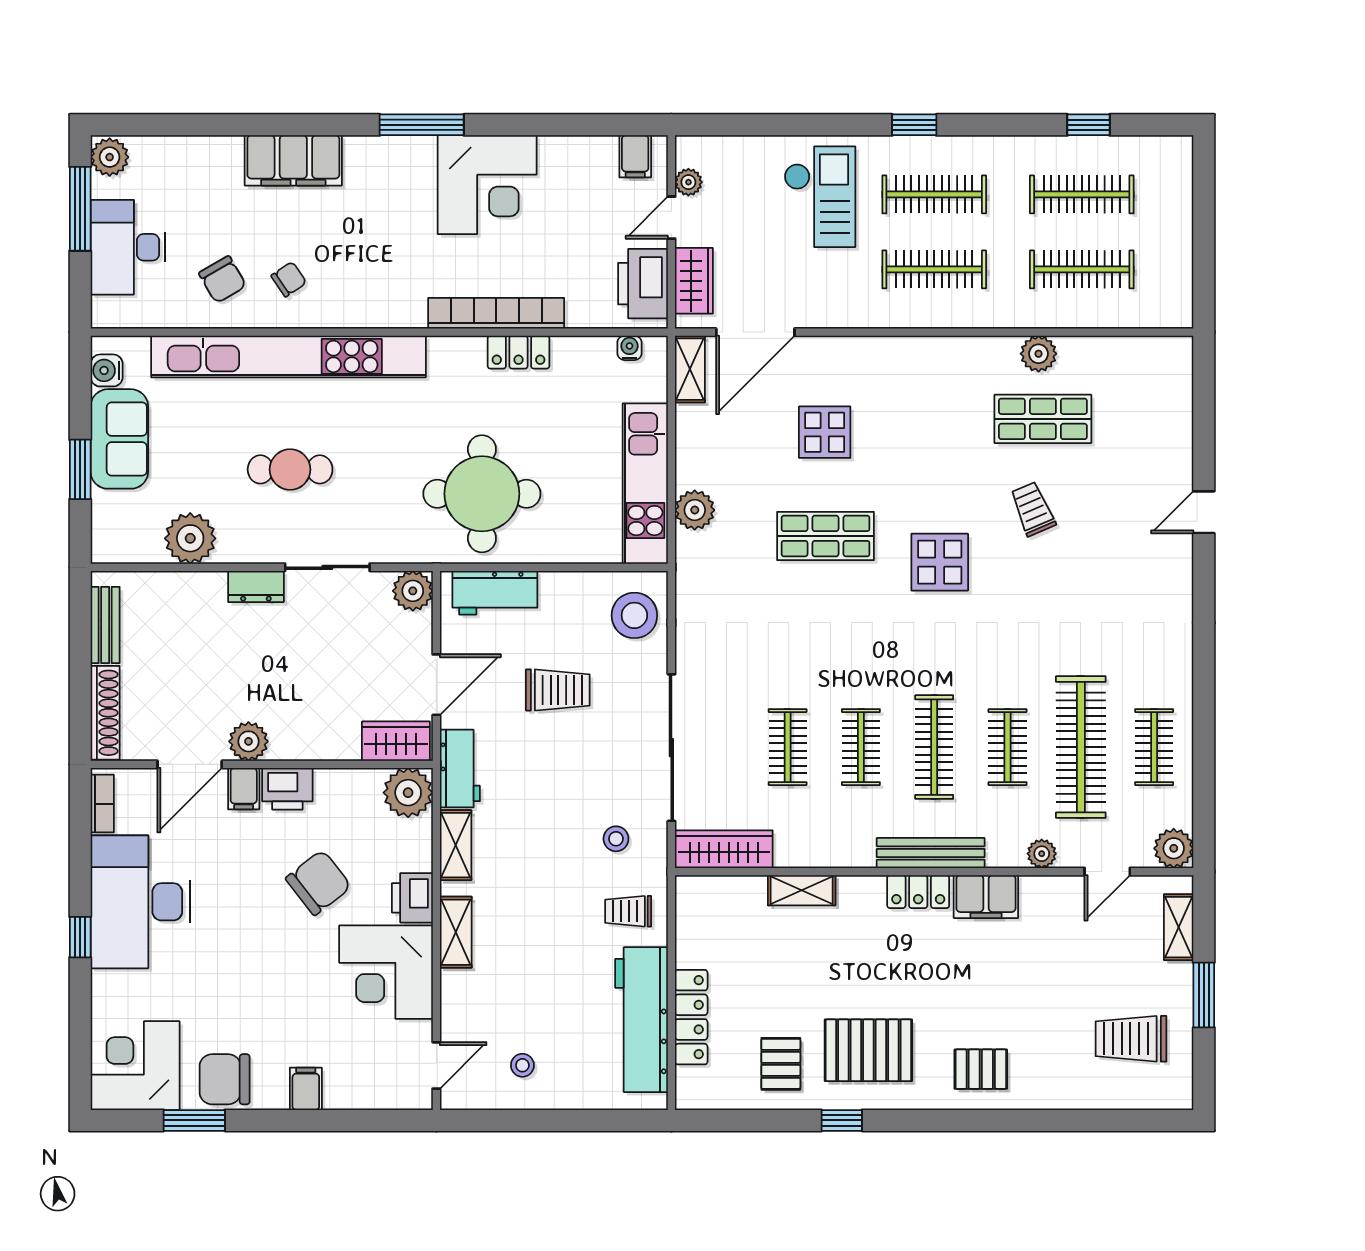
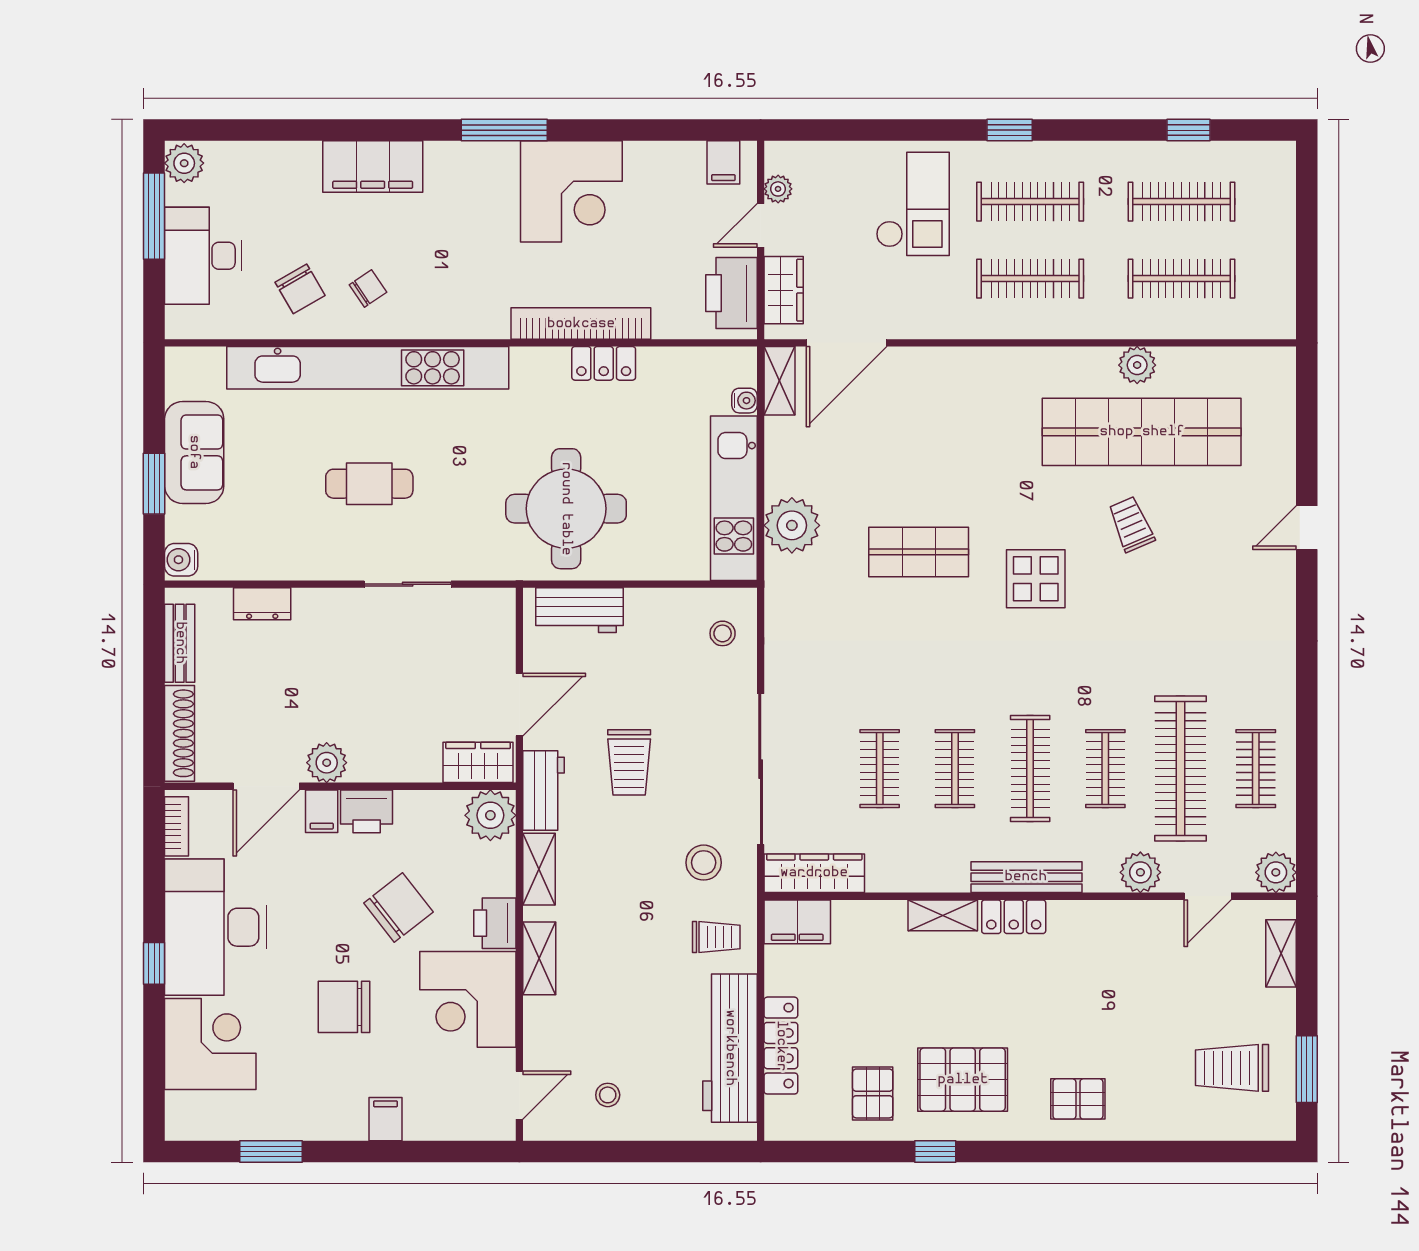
water cooler: (629, 348) -> (744, 401), moved, turned 90
water cooler: (107, 370) -> (181, 560), moved
shop shelf: (1043, 419) -> (1142, 432), width x2.00, depth x1.36
display table: (825, 432) -> (918, 446), removed
plant: (695, 510) -> (792, 525), width x1.36, depth x1.36
plant: (190, 538) -> (267, 554), removed
dresser: (256, 586) -> (262, 604), moved
plant: (413, 591) -> (495, 608), removed
stool: (634, 615) -> (723, 633), width x0.53, depth x0.53
trolley: (558, 690) -> (629, 762), moved, turned 90
stool: (616, 839) -> (704, 863), width x1.37, depth x1.37
plant: (1042, 854) -> (1140, 872), width x1.38, depth x1.38
shelving: (802, 890) -> (943, 915), moved
filing cabinet: (986, 897) -> (797, 922), moved
trolley: (628, 911) -> (716, 937), turned 180
window: (1204, 995) -> (1307, 1069), moved
corner desk: (135, 1066) -> (210, 1044), moved, turned 90
chair: (225, 1079) -> (344, 1007), moved

